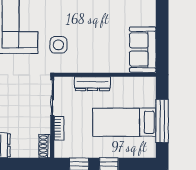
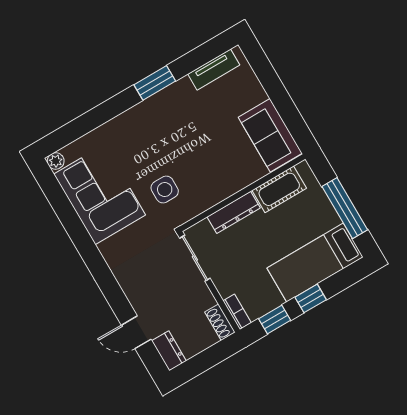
cot: (129, 86) -> (279, 189), added
bed: (124, 122) -> (315, 263), moved
bookcase: (59, 128) -> (237, 312), moved

